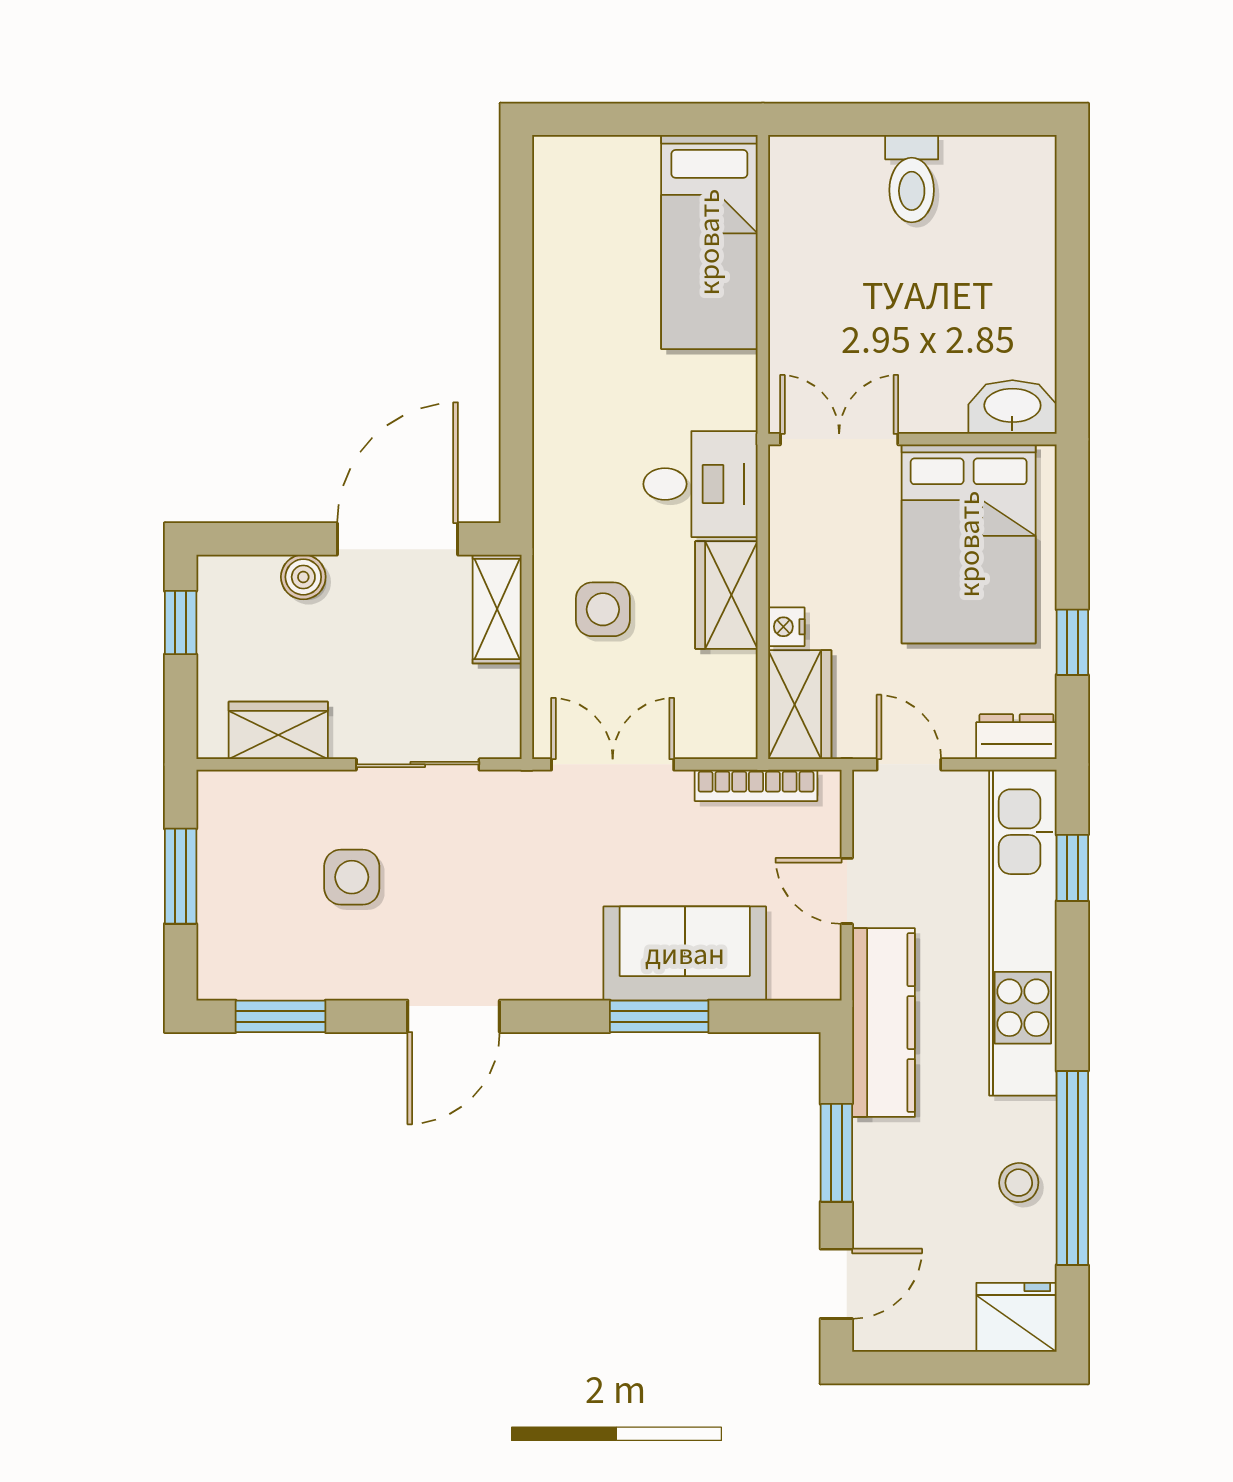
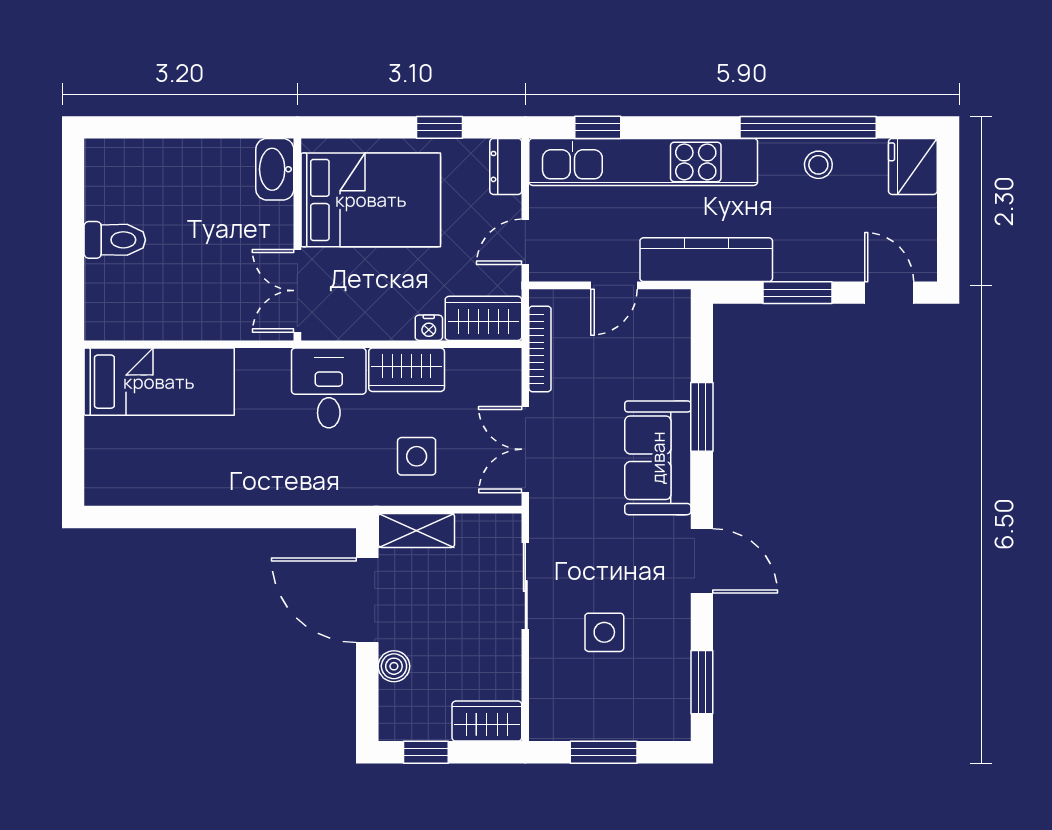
wardrobe: (278, 730) -> (487, 721), moved, turned 90
sofa: (685, 954) -> (658, 458), moved

